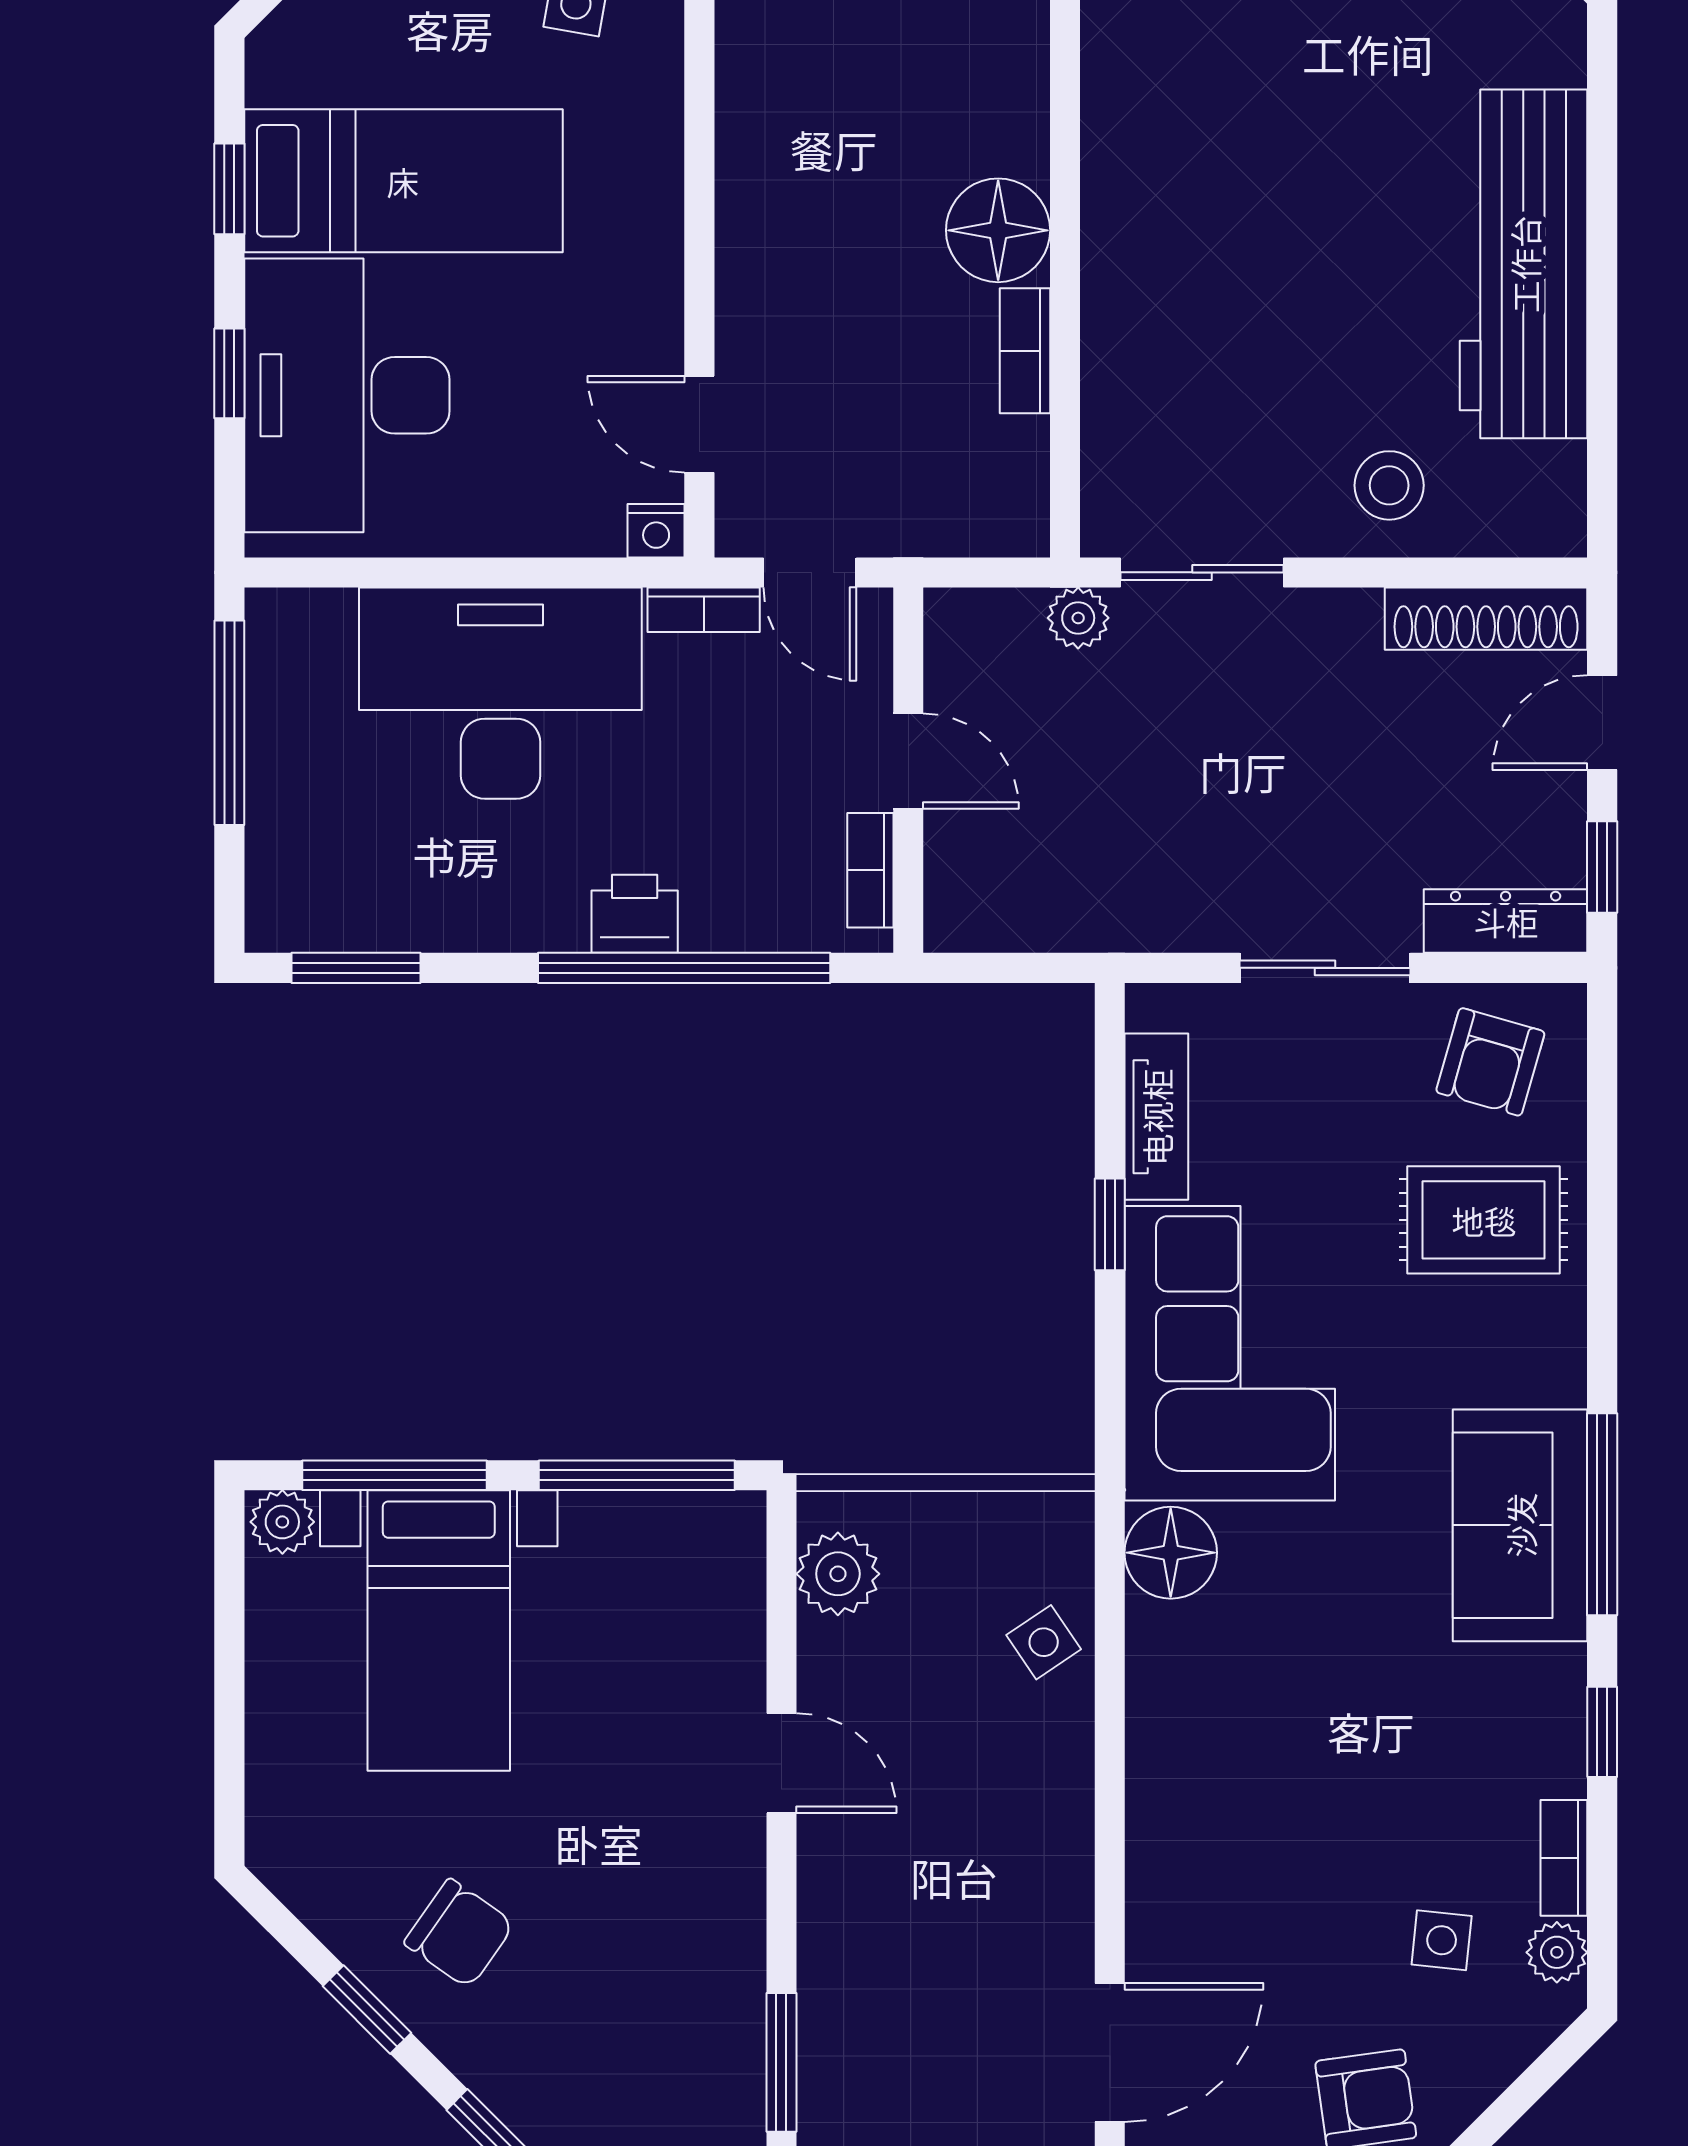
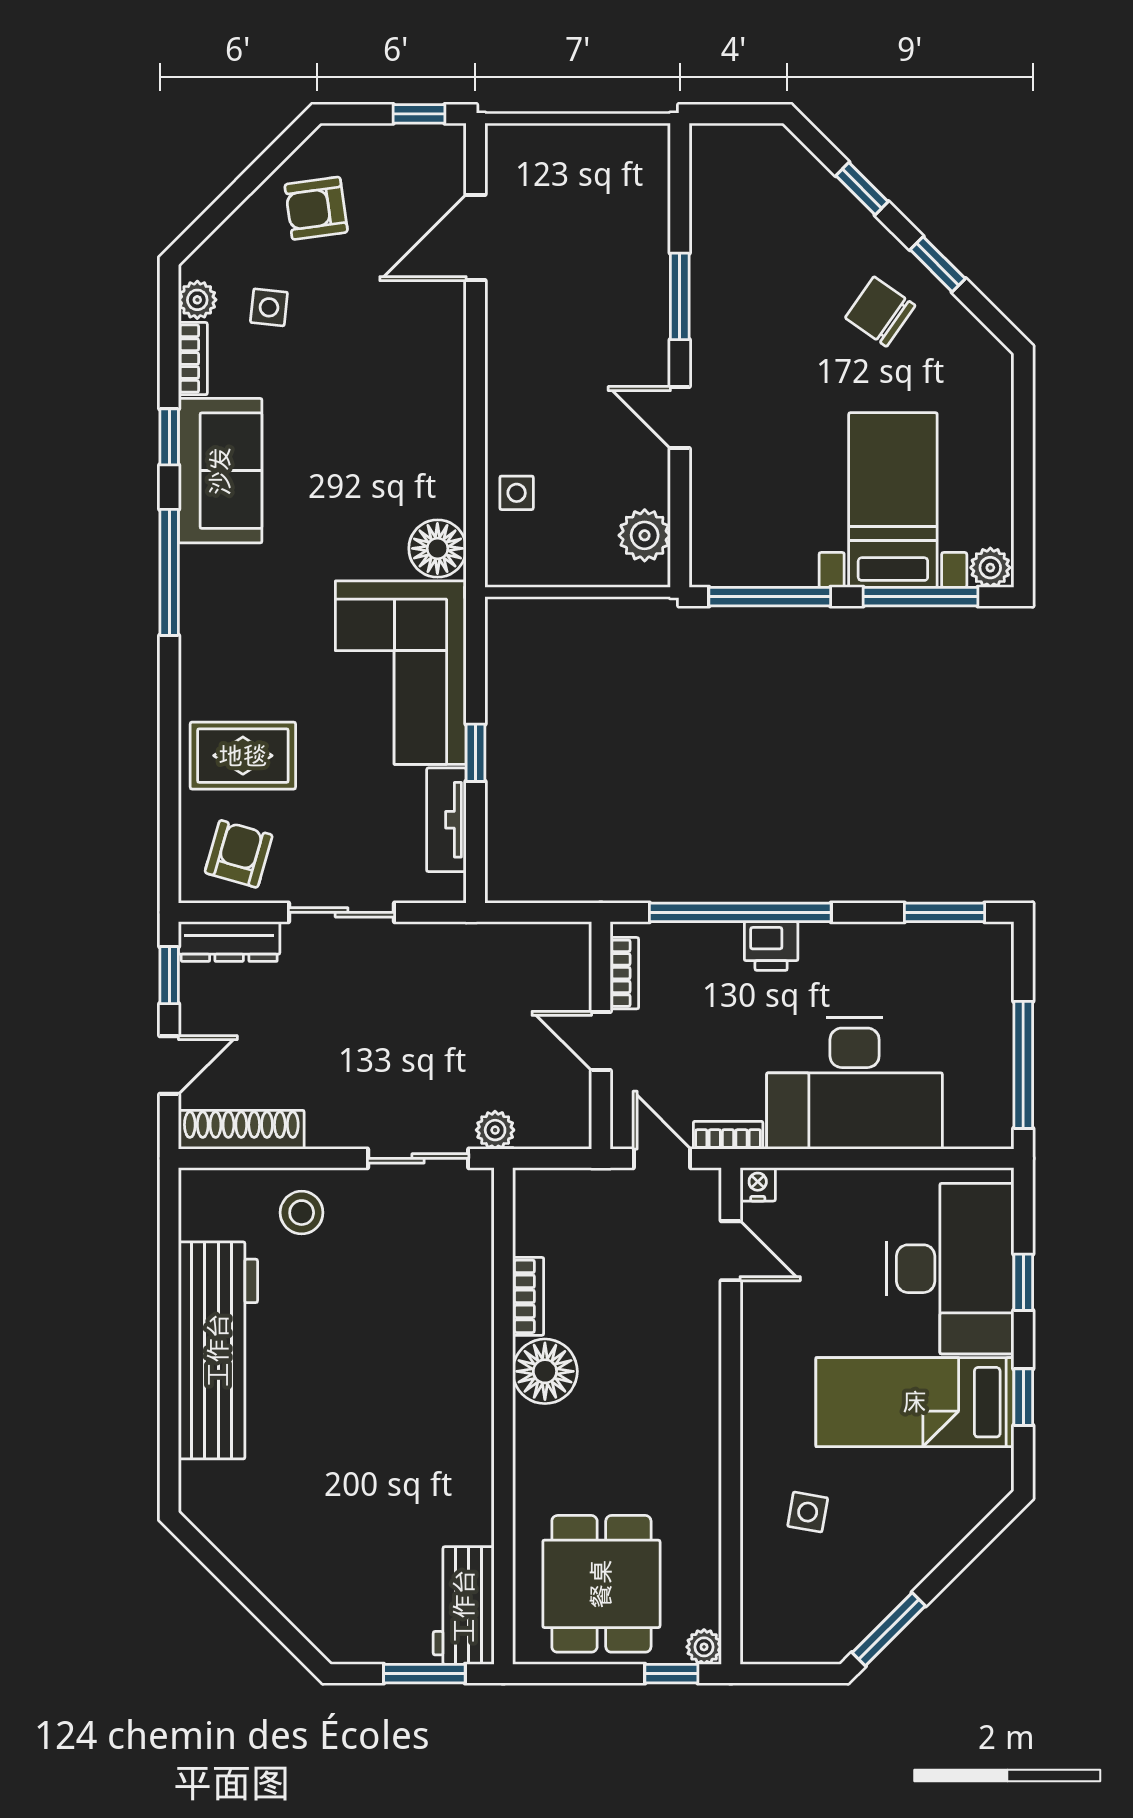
sofa: (1520, 1525) -> (220, 471), moved
side table: (1044, 1642) -> (517, 493), turned 34
window: (781, 2062) -> (680, 296), moved

